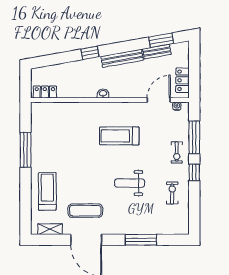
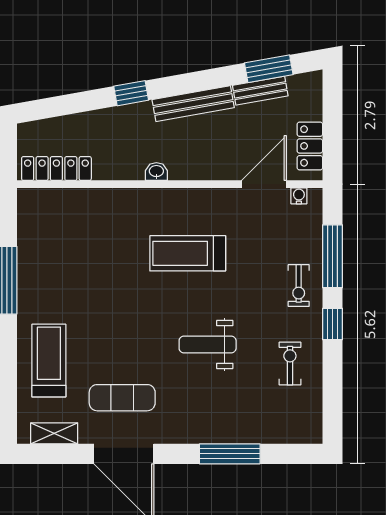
locker: (45, 92) -> (56, 169), width x1.53

